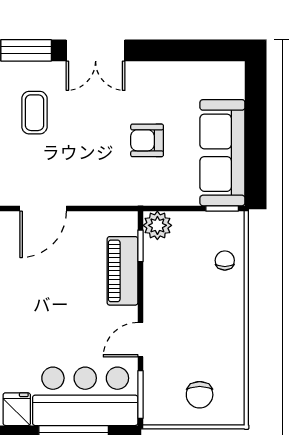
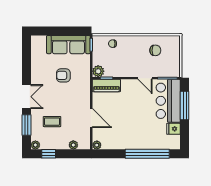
armchair: (147, 140) -> (63, 75), turned 90
piano: (122, 271) -> (106, 86), moved
chair: (200, 395) -> (155, 50), moved

